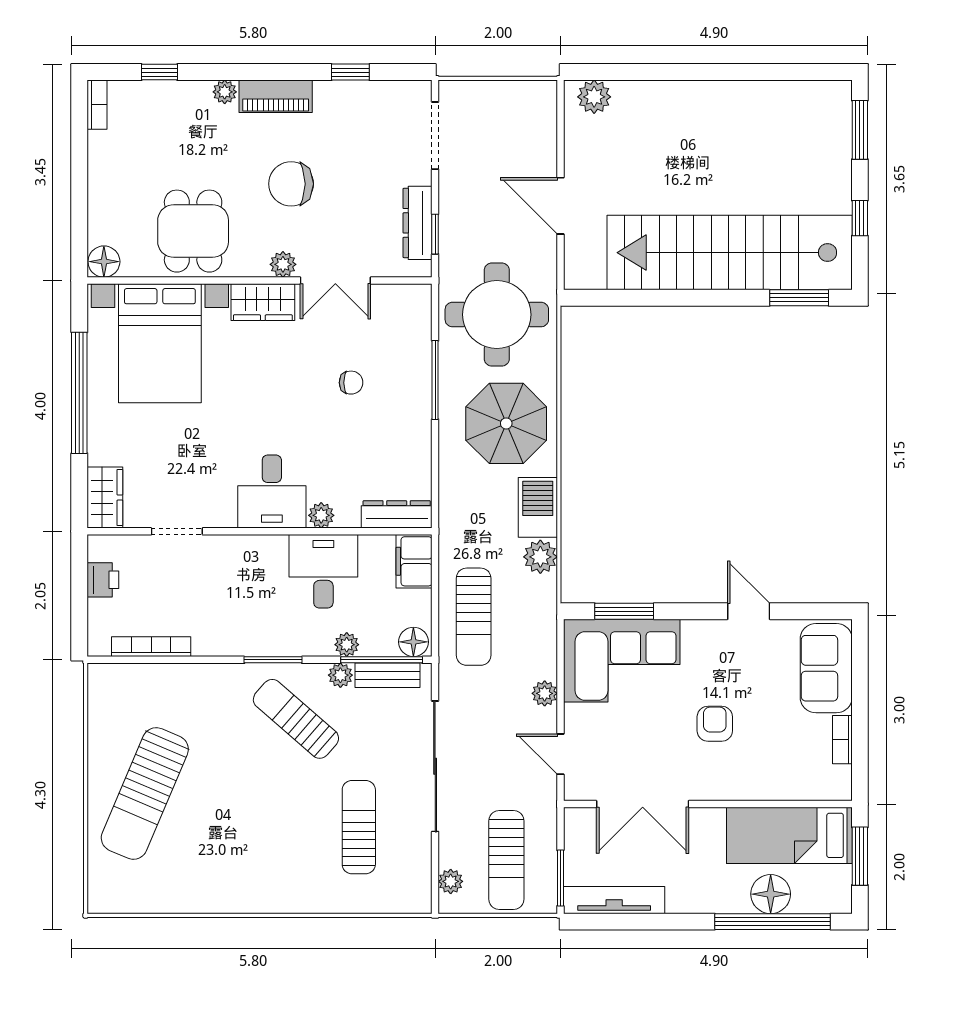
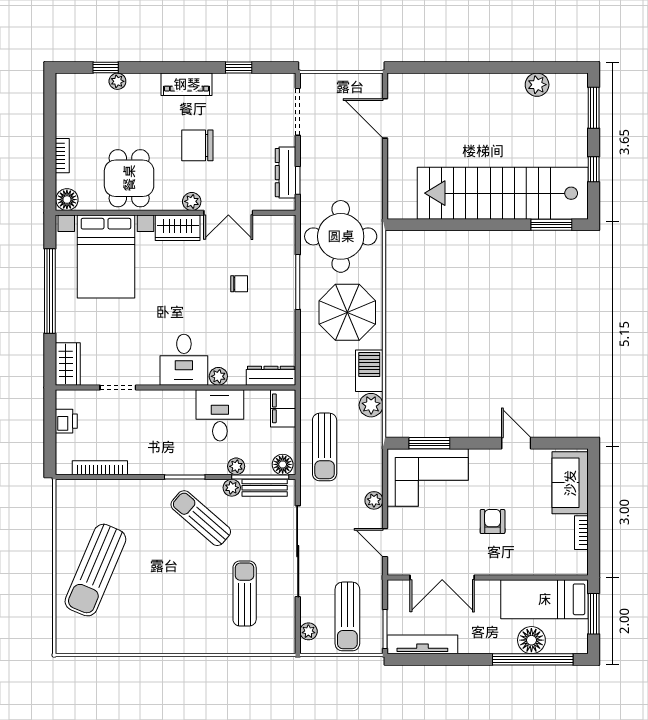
plant: (225, 92) -> (117, 81), moved
plant: (594, 97) -> (537, 85), moved
bookcase: (97, 105) -> (62, 156), moved
door: (560, 206) -> (385, 118), moved

